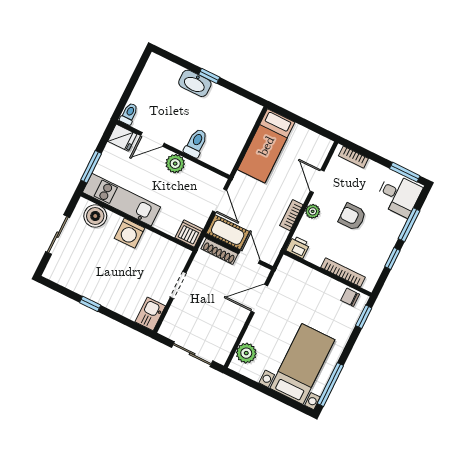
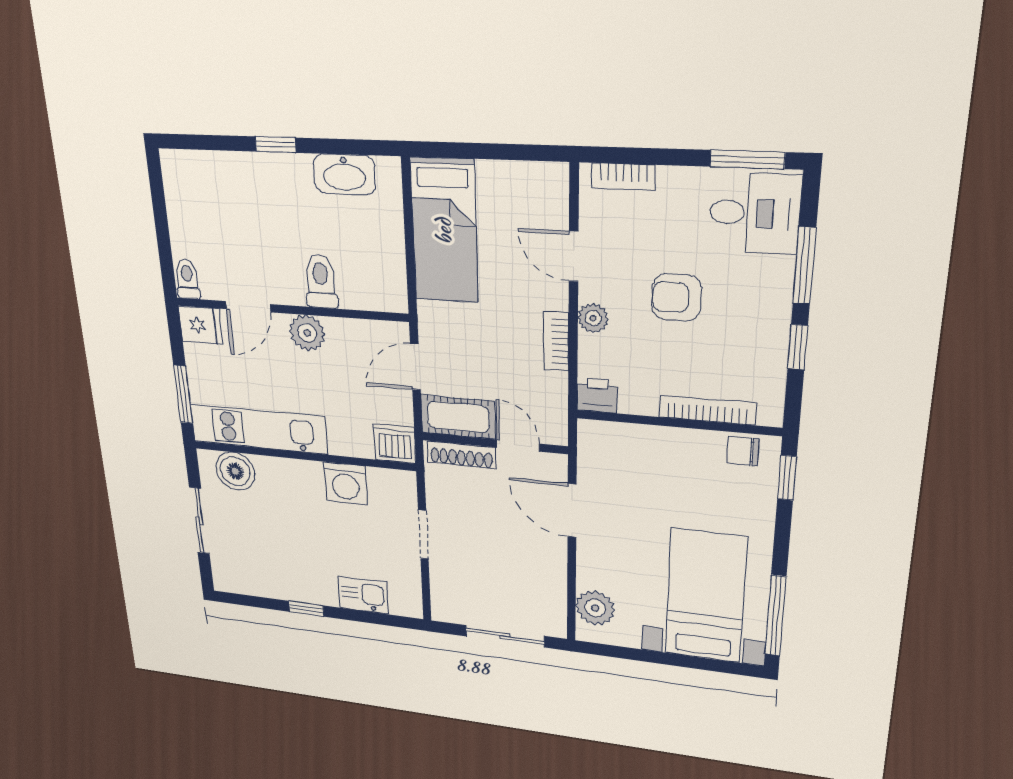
washbasin: (195, 83) -> (344, 174), moved
door: (220, 201) -> (415, 367), swing flipped
washing machine: (130, 233) -> (346, 484), moved
door: (259, 298) -> (572, 511), hinge flipped
kitchen sink: (150, 314) -> (363, 595), moved, turned 90

